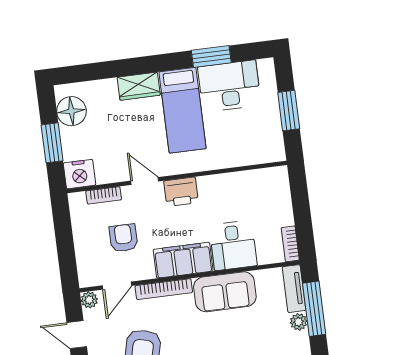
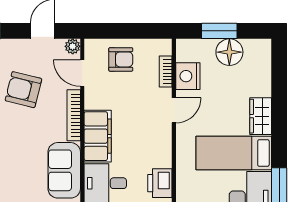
floor lamp: (71, 111) -> (229, 52), moved
nightstand: (80, 174) -> (188, 76), moved
printer: (181, 192) -> (160, 183), moved
armchair: (123, 238) -> (121, 59), moved

